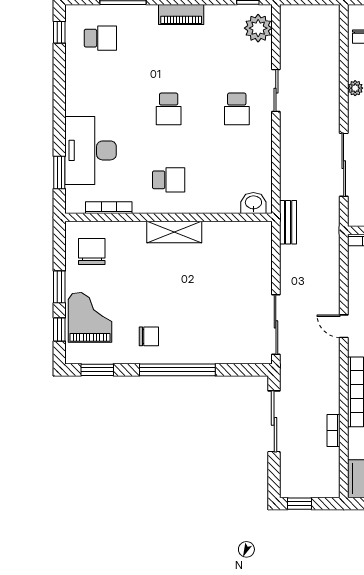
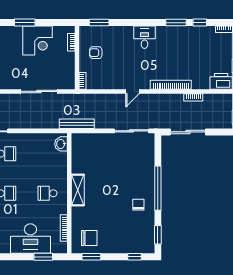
school desk: (169, 180) -> (48, 193), turned -90
bench: (288, 222) -> (77, 124), width x1.36
chair: (92, 251) -> (89, 238), turned 180
window: (59, 287) -> (91, 257), moved
grand piano: (90, 317) -> (127, 239), removed

